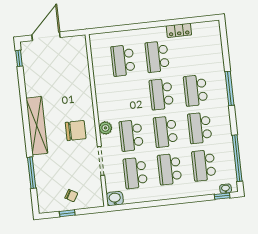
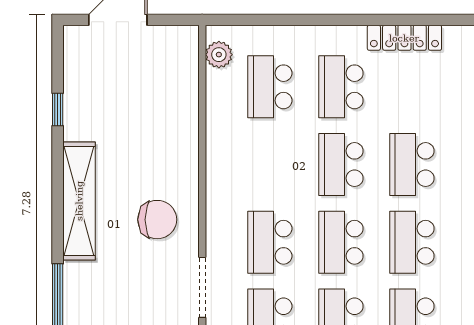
locker: (179, 30) -> (404, 38), width x1.53
window: (19, 58) -> (58, 110), moved
plant: (105, 128) -> (219, 55), moved

